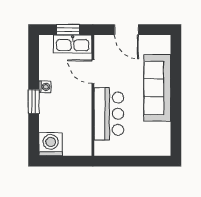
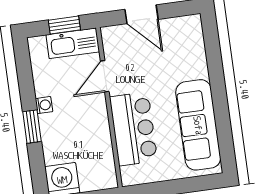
door: (93, 72) -> (105, 76), hinge flipped
sofa: (157, 88) -> (198, 125), moved

